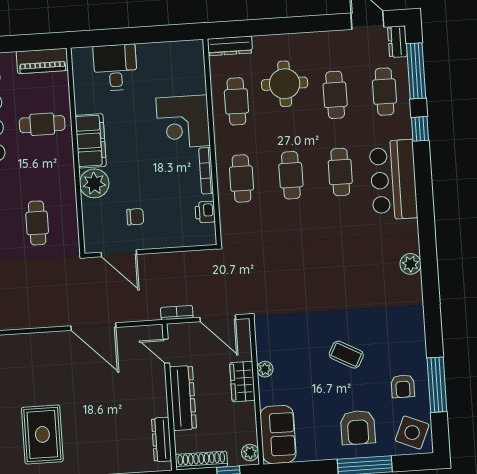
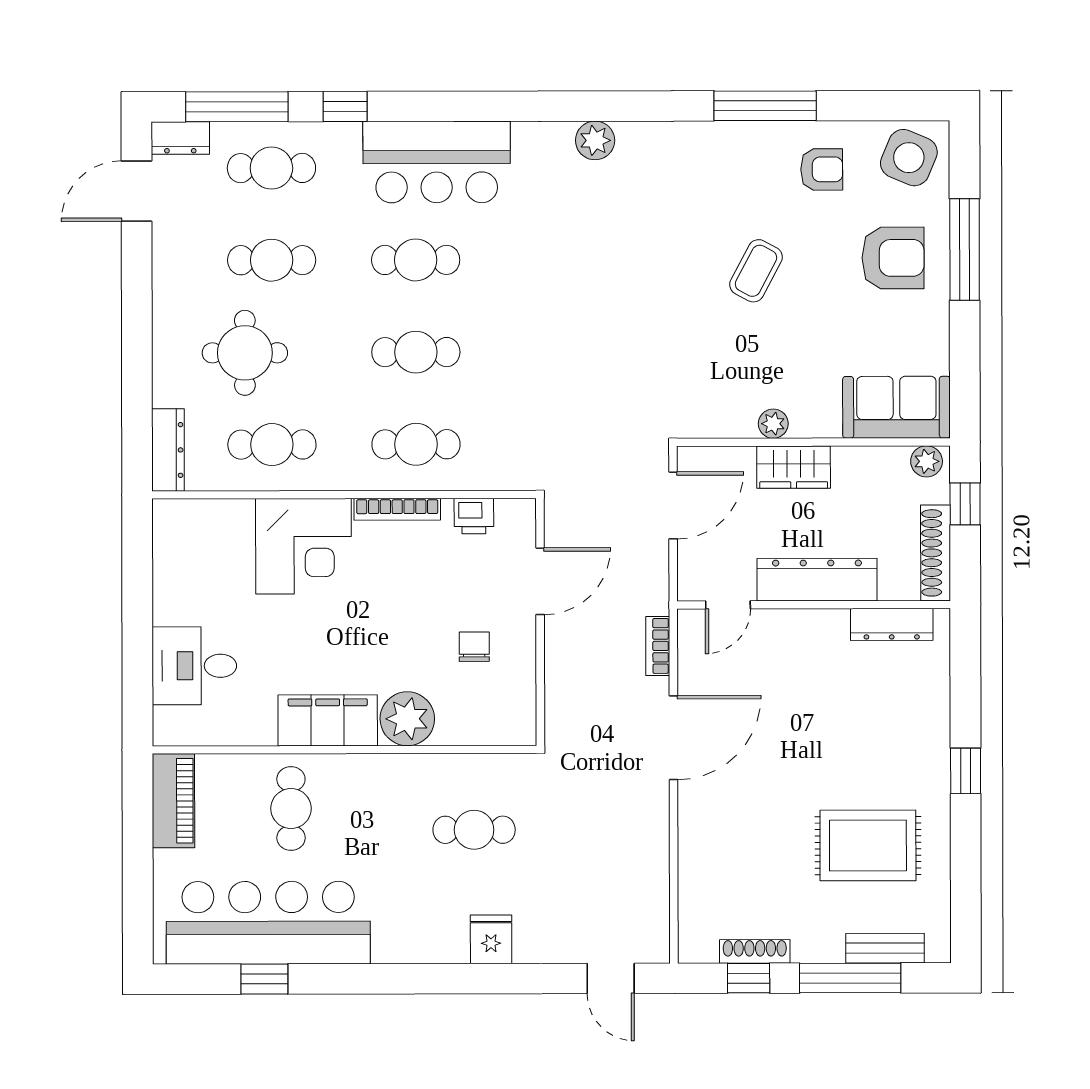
door: (119, 253) -> (540, 581), moved
bookcase: (177, 313) -> (658, 646), moved
window: (437, 385) -> (765, 106), moved

